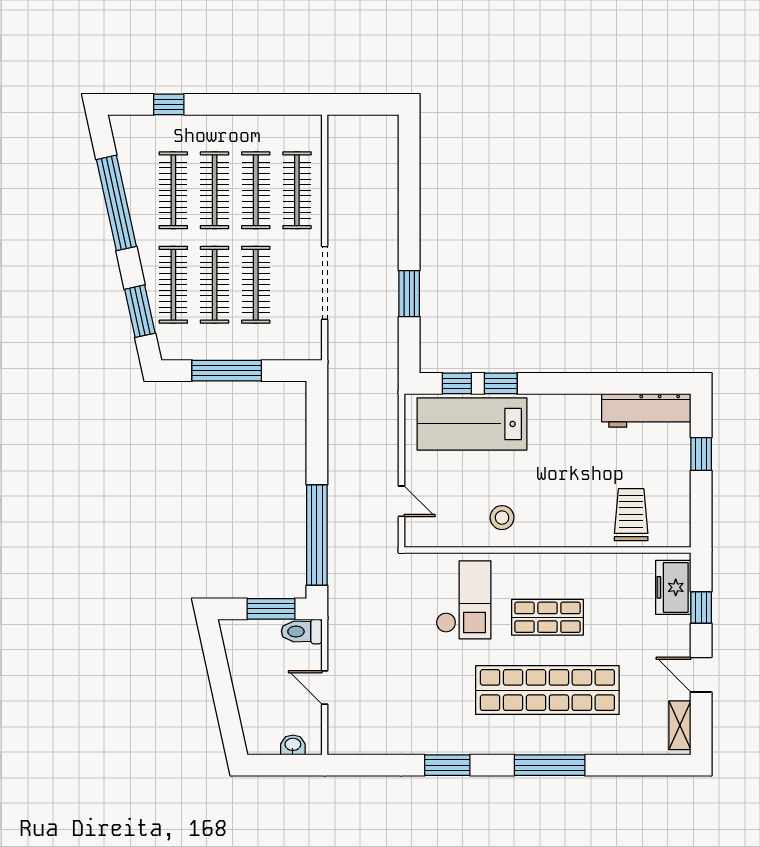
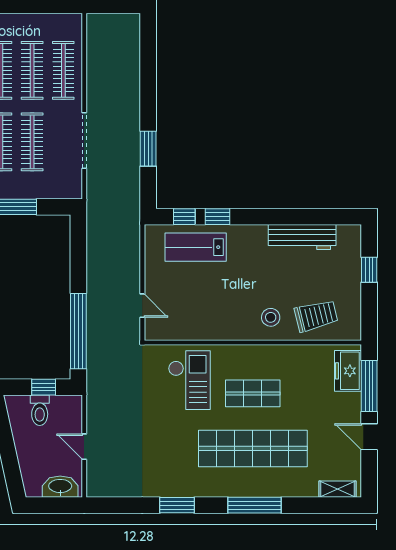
workbench: (646, 410) -> (302, 237), moved
lab bench: (472, 424) -> (196, 247), width x0.73, depth x0.72
trolley: (631, 515) -> (316, 316), turned 76
stool: (502, 518) -> (271, 317), moved
window: (701, 608) -> (369, 386), width x2.17
window: (271, 609) -> (44, 387), width x0.67
toilet: (302, 631) -> (40, 410), moved, turned -90
shelving: (680, 725) -> (337, 489), moved, turned 90
washbasin: (293, 745) -> (60, 487), width x1.91, depth x1.45

